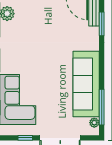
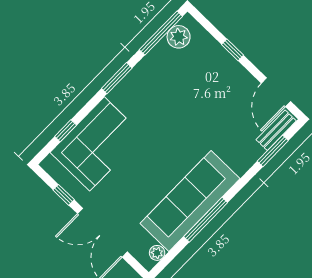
window: (102, 107) -> (206, 220), moved

